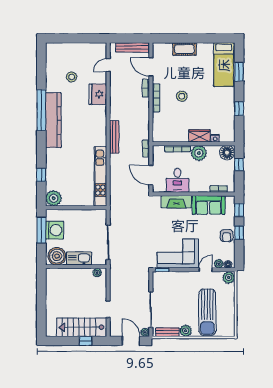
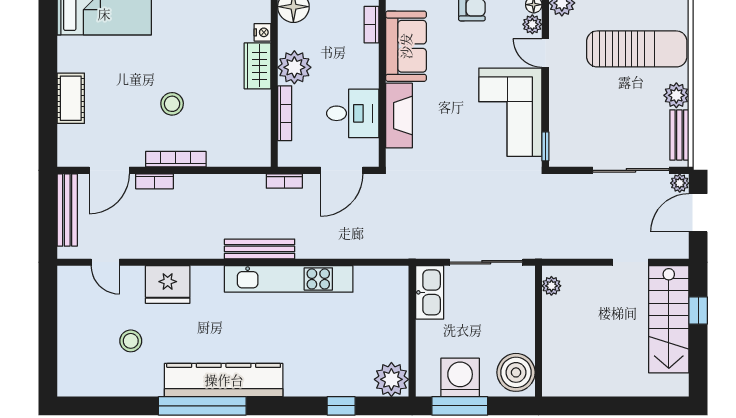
kitchen unit: (100, 176) -> (289, 279), moved
kitchen sink: (79, 258) -> (430, 292), moved, turned 180

